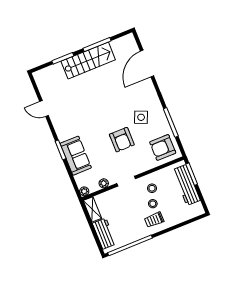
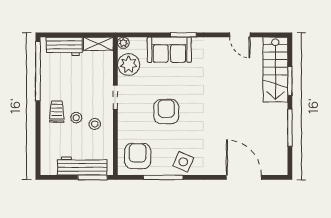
stairs: (88, 60) -> (275, 70), moved
door: (44, 109) -> (240, 35), swing flipped
side table: (141, 117) -> (183, 162), moved
armchair: (122, 140) -> (166, 112), turned 90
plant: (104, 183) -> (129, 64), width x1.87, depth x1.87

